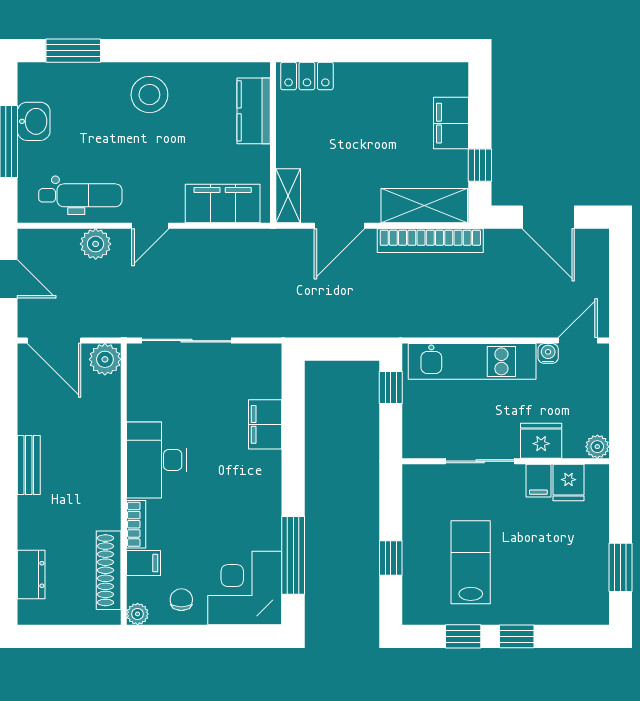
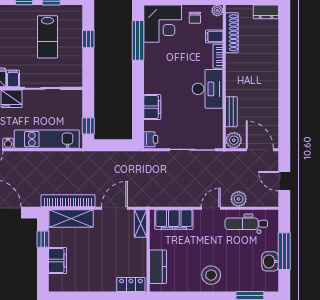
printer: (268, 361) -> (151, 139), added
bench: (29, 465) -> (231, 112), moved
dresser: (31, 574) -> (266, 12), moved, turned -90

